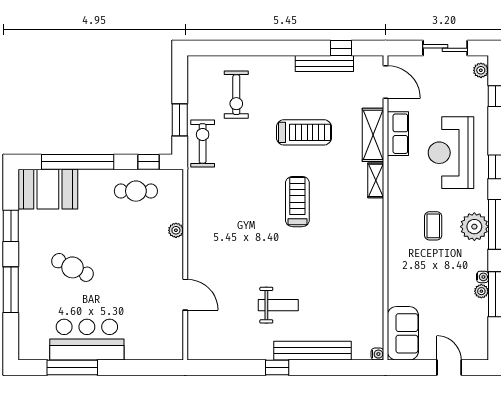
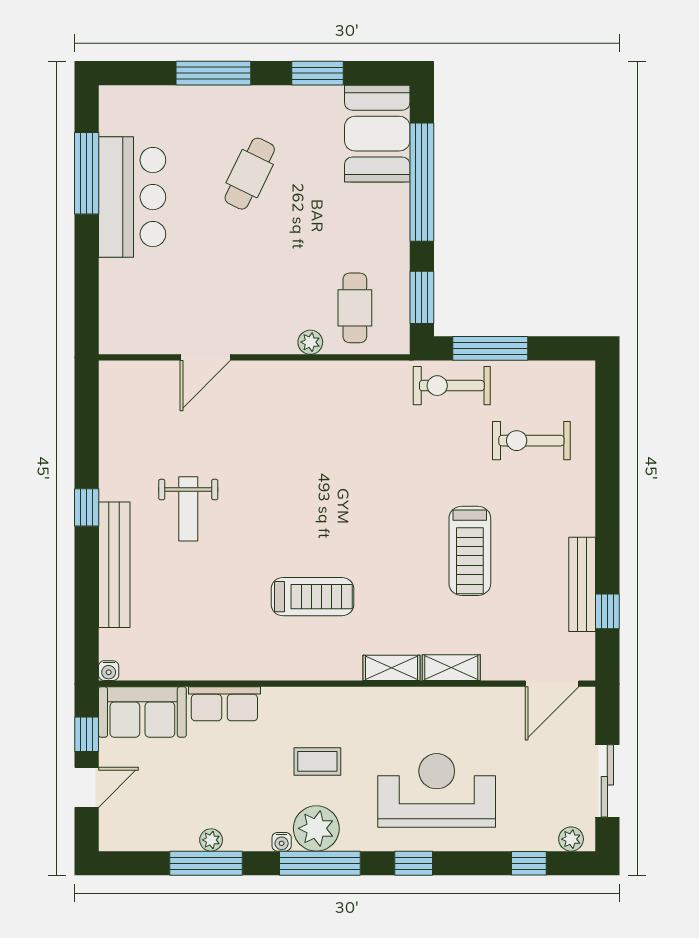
window: (180, 120) -> (490, 348), width x1.44
row of seats: (398, 134) -> (224, 704), moved
shelving: (373, 135) -> (451, 668), width x0.67, depth x0.75
exercise bike: (203, 143) -> (452, 386), turned 180
window: (148, 162) -> (422, 297), width x1.50
cafe table: (136, 191) -> (355, 308), moved
treadmill: (297, 202) -> (312, 597), moved
water cooler: (482, 277) -> (282, 842), moved
window: (417, 368) -> (87, 734), added

